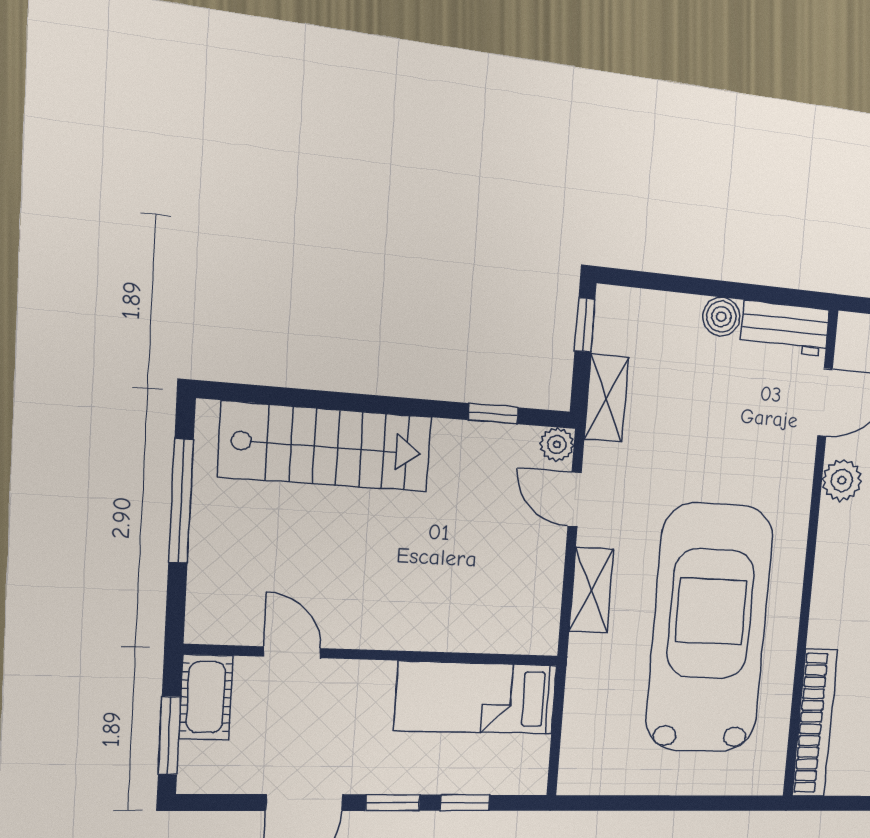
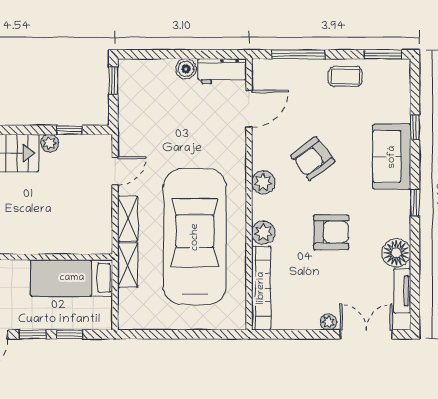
shelving: (606, 398) -> (128, 265), moved
plant: (557, 445) -> (50, 143), moved
plant: (842, 480) -> (263, 182), moved
door: (575, 499) -> (115, 171), swing flipped
plant: (828, 626) -> (263, 233), added

